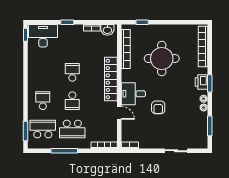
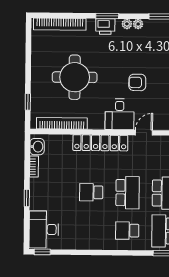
school desk: (72, 101) -> (128, 193), width x1.85
armchair: (158, 107) -> (137, 82), turned 180

